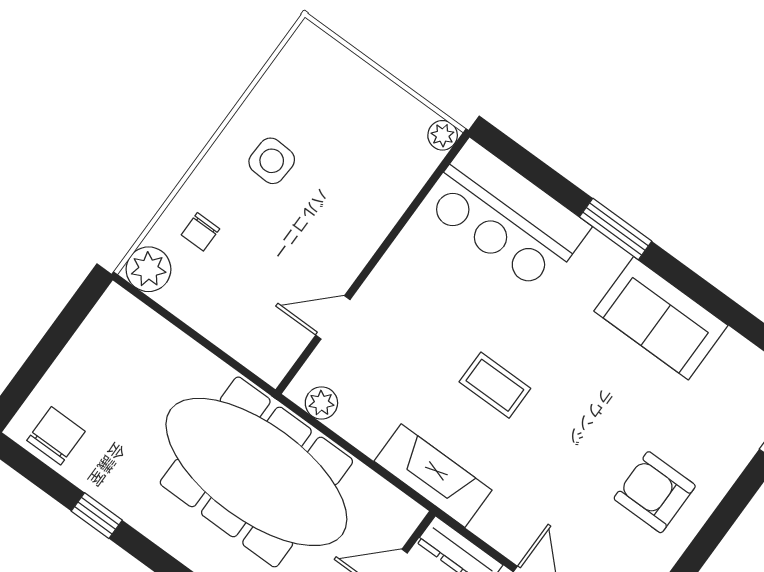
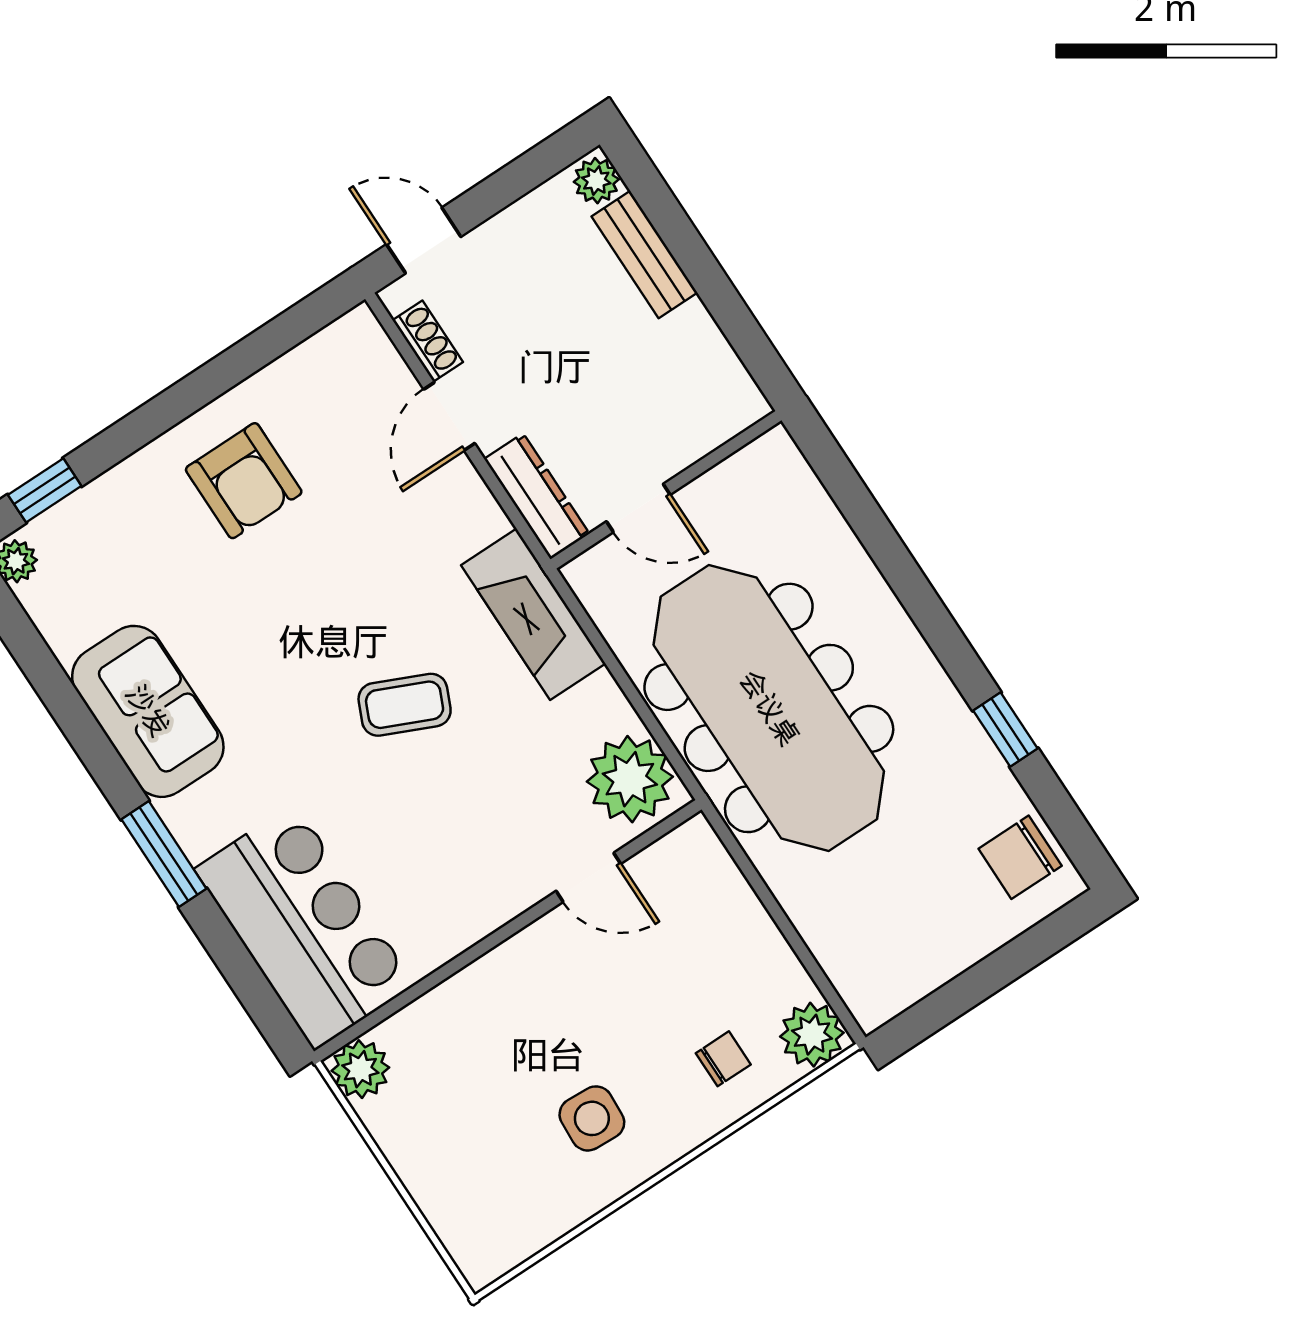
plant: (443, 135) -> (360, 1069), width x1.38, depth x1.38
coffee table: (495, 385) -> (405, 705), turned -66
plant: (321, 403) -> (630, 779), width x1.87, depth x1.87

